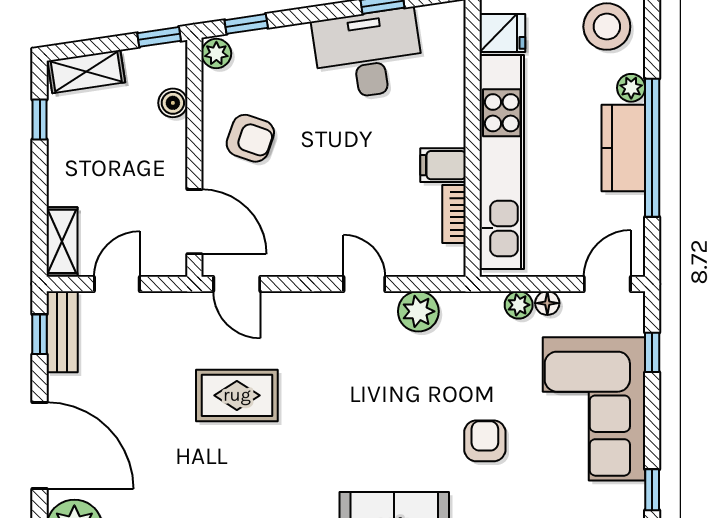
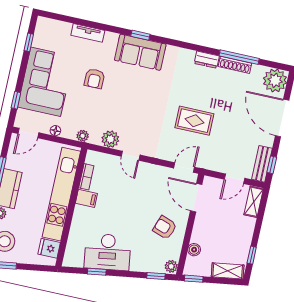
door: (237, 284) -> (184, 168), hinge flipped
plant: (519, 305) -> (83, 136), moved

